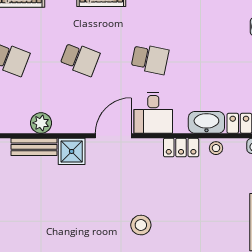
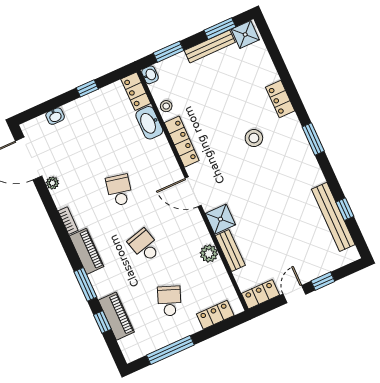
school desk: (80, 59) -> (144, 246), turned -36
desk: (153, 113) -> (161, 168), removed
locker: (181, 148) -> (182, 142), width x1.53

